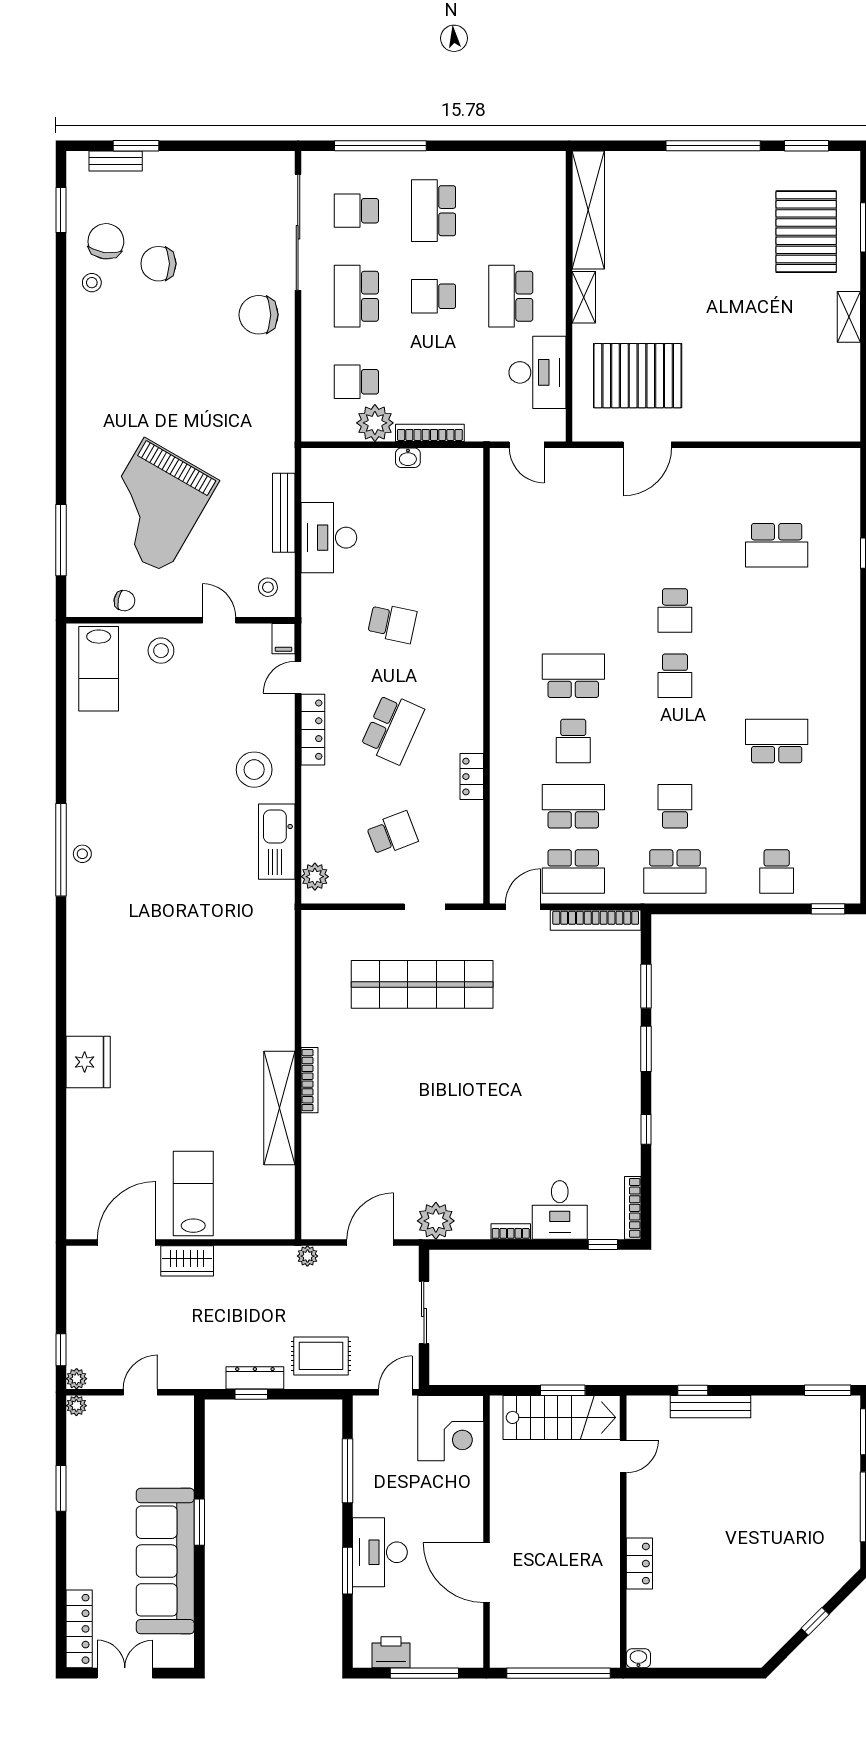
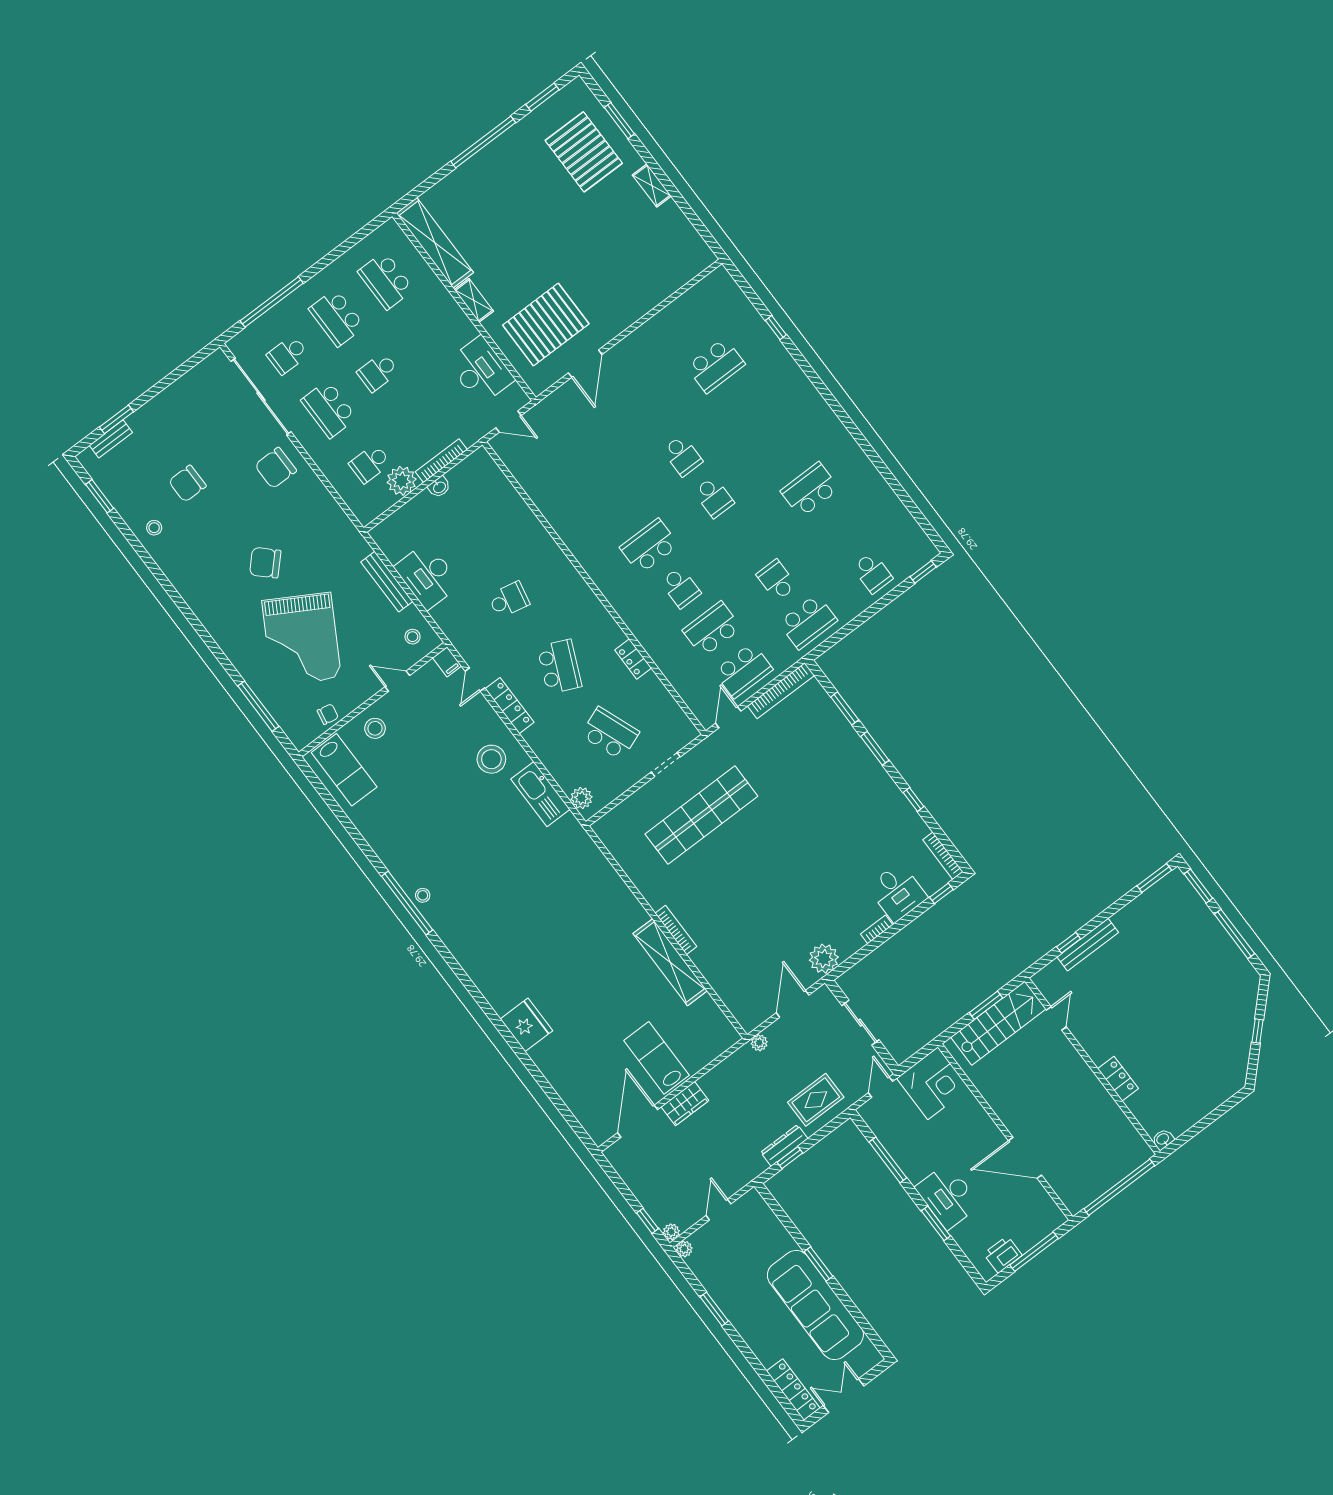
chair: (106, 241) -> (265, 563), moved, turned -54
school desk: (511, 296) -> (386, 281), moved
school desk: (392, 834) -> (610, 733), width x1.85

